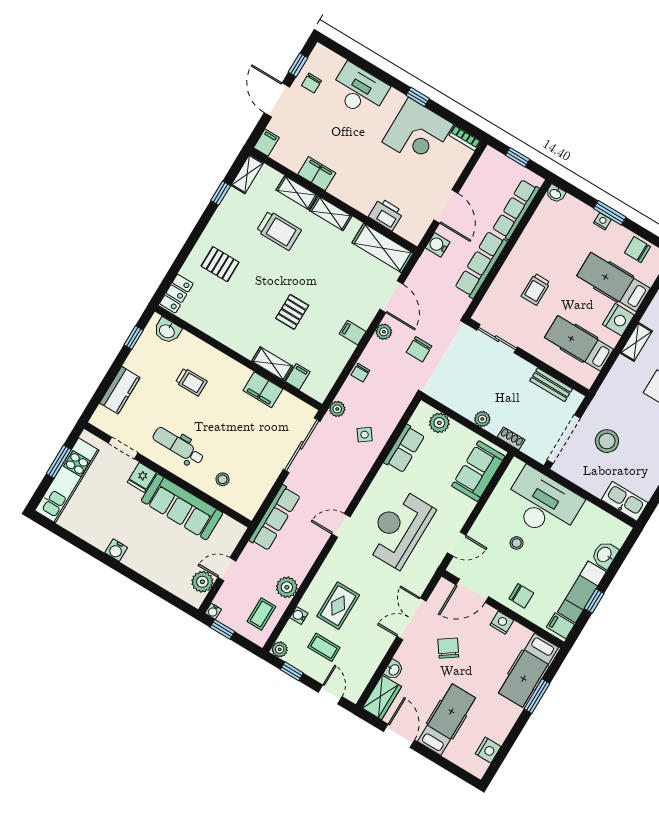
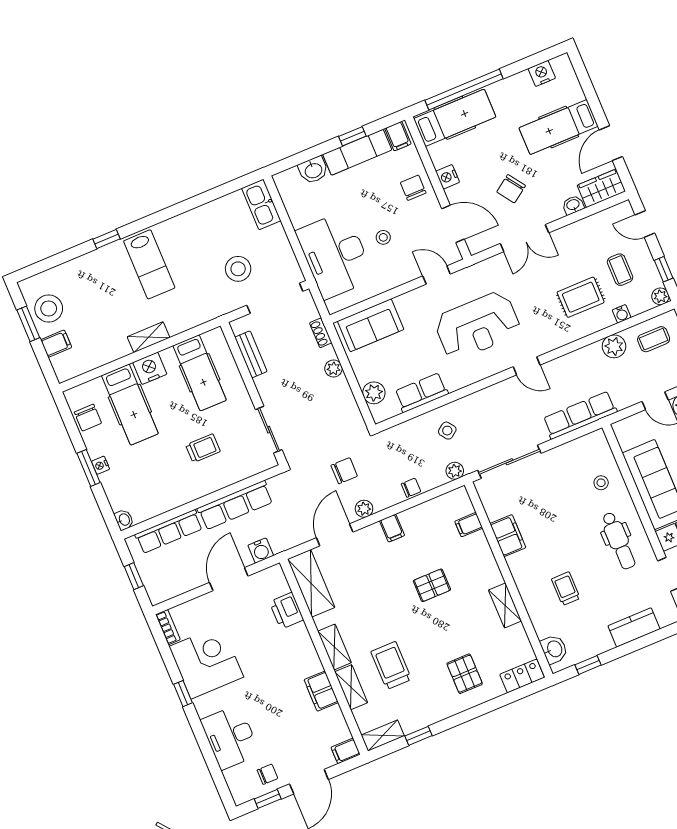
shelving: (272, 364) -> (505, 605), moved
door: (330, 694) -> (645, 224), hinge flipped
window: (537, 696) -> (464, 89), width x2.11

